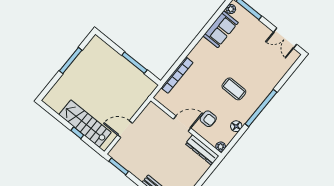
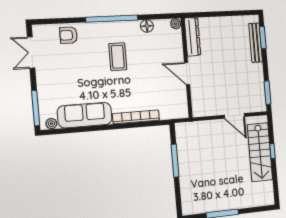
sofa: (221, 29) -> (85, 115), width x1.36
double door: (285, 38) -> (31, 53), swing flipped
bookcase: (177, 75) -> (136, 117), moved
armchair: (208, 119) -> (69, 35), moved, turned -90

